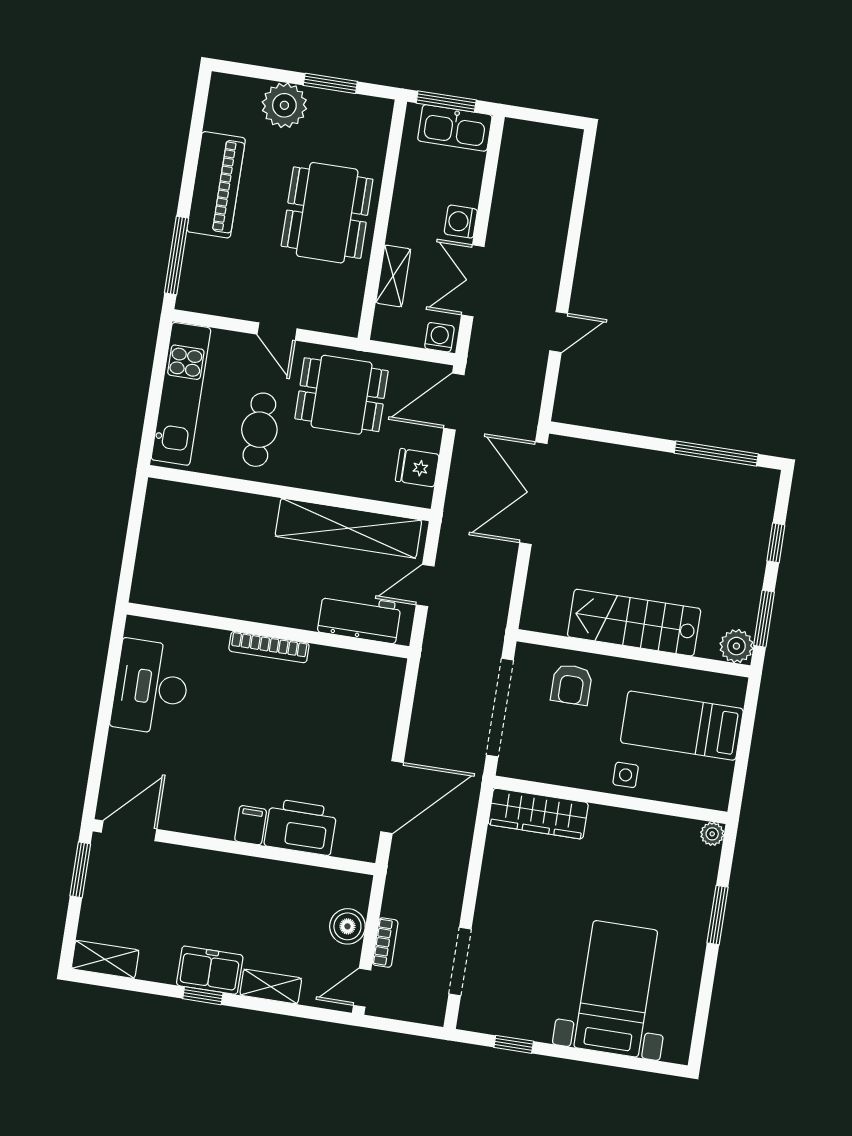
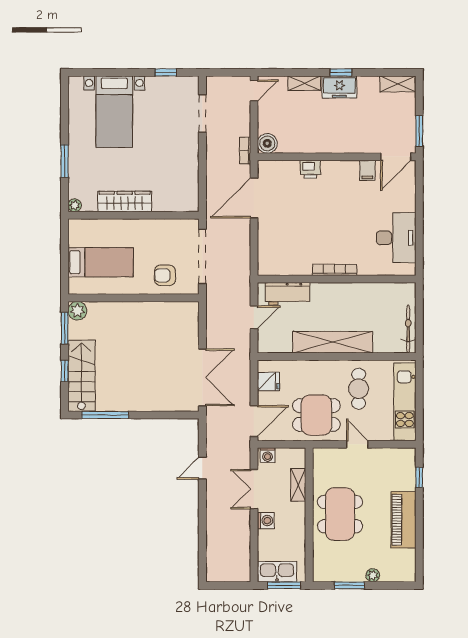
plant: (284, 105) -> (373, 575), width x0.53, depth x0.53
window: (176, 255) -> (419, 477), width x0.46
double door: (473, 281) -> (254, 489), swing flipped
bicycle: (155, 522) -> (408, 329), added
shelving: (348, 528) -> (333, 342), moved
stairs: (634, 623) -> (81, 376), moved, turned -90
armchair: (571, 685) -> (165, 275), turned -90
side table: (626, 775) -> (127, 230), removed
wardrobe: (538, 814) -> (125, 201), moved
filing cabinet: (251, 825) -> (367, 170), moved
printer: (301, 827) -> (310, 169), width x0.53, depth x0.68
boiler: (347, 926) -> (267, 143), moved
bookcase: (385, 943) -> (245, 151), moved

